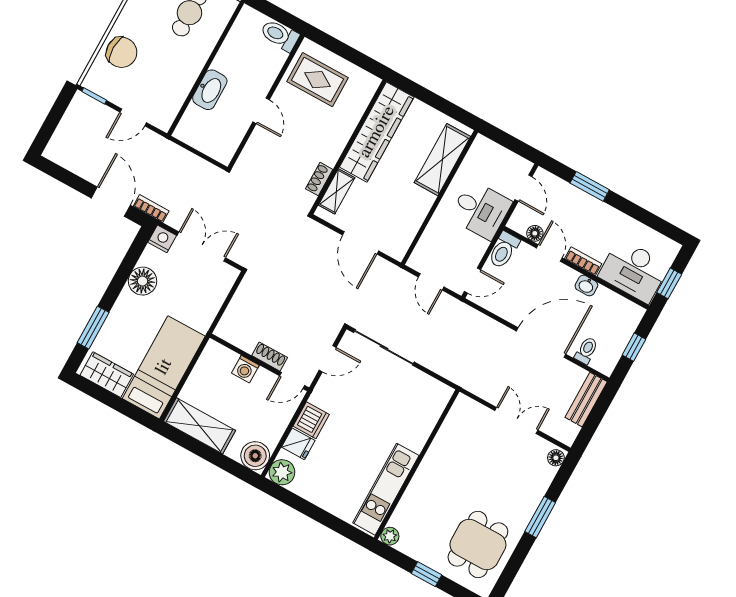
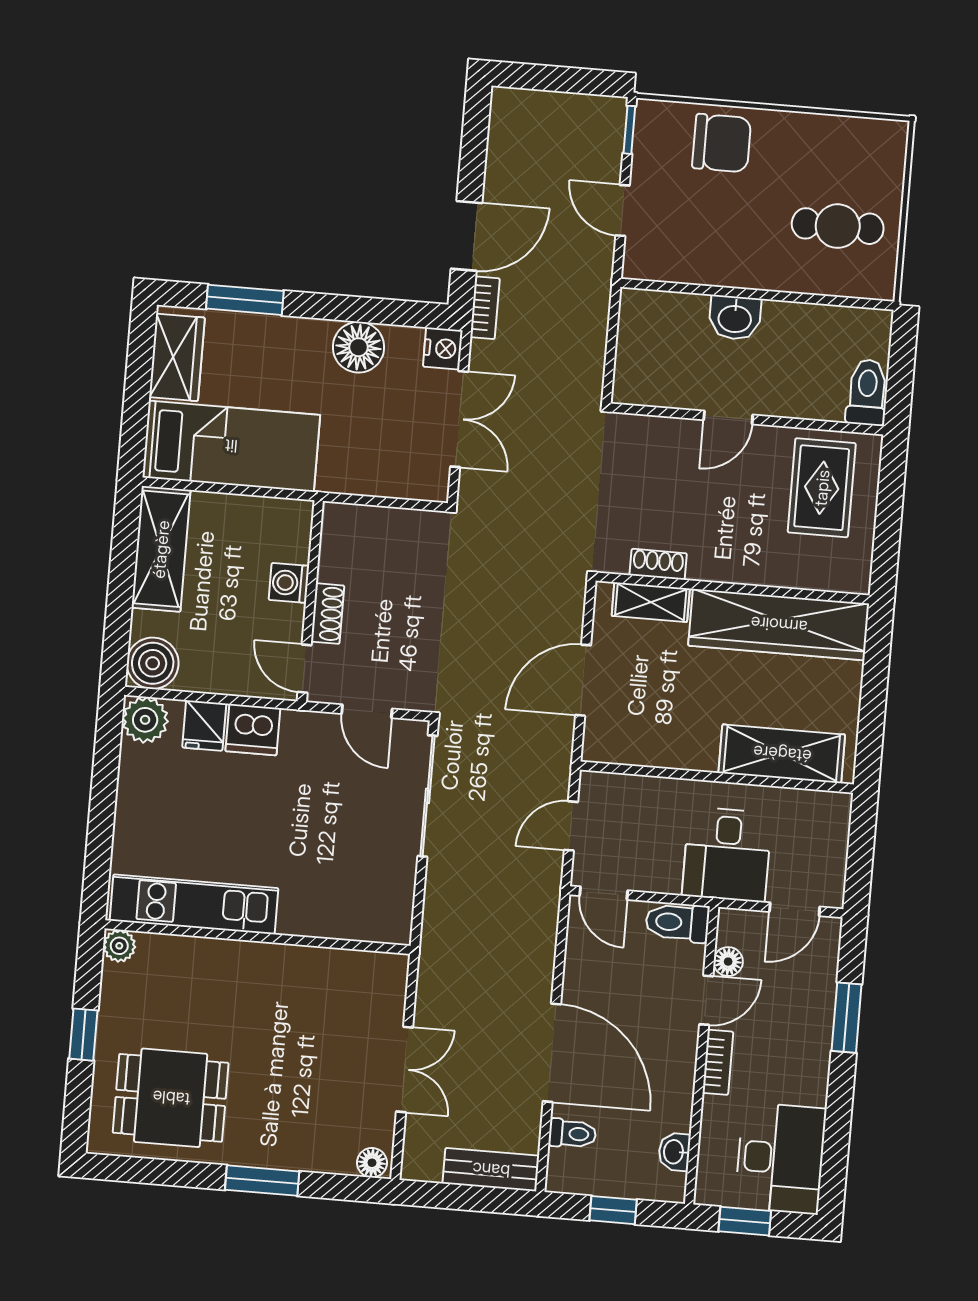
chair: (122, 52) -> (722, 143), turned -90
washbasin: (210, 90) -> (735, 318), width x0.72
desk: (634, 271) -> (780, 1158), moved, turned 180
washbasin: (586, 286) -> (674, 1152), moved

